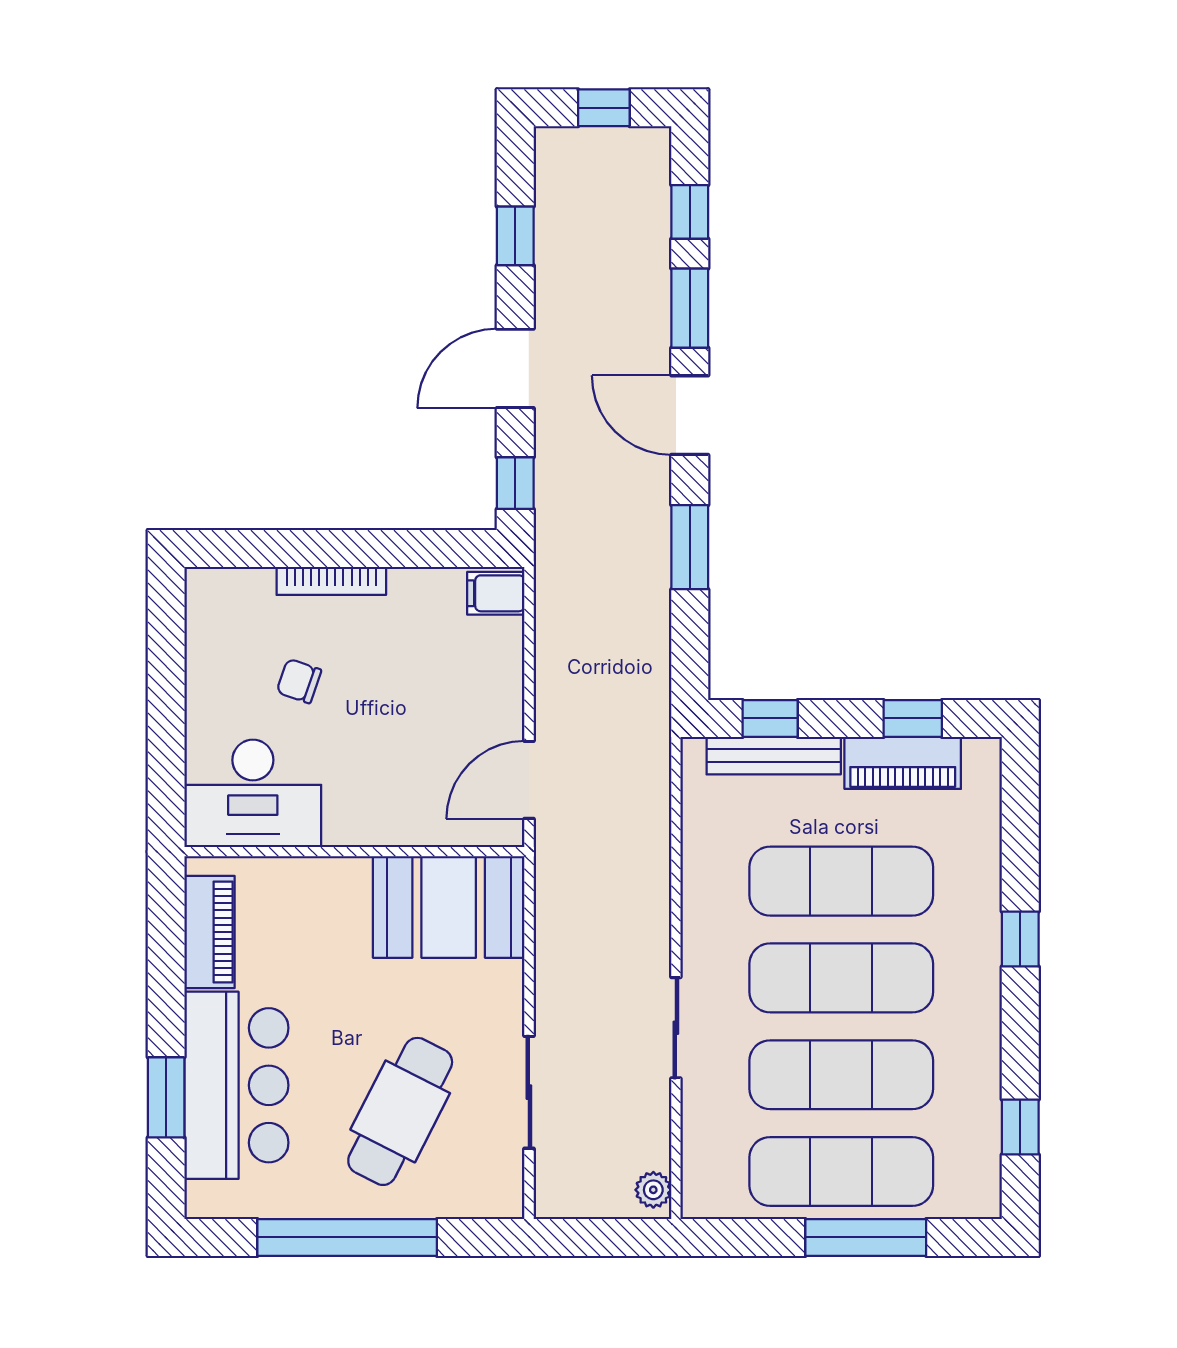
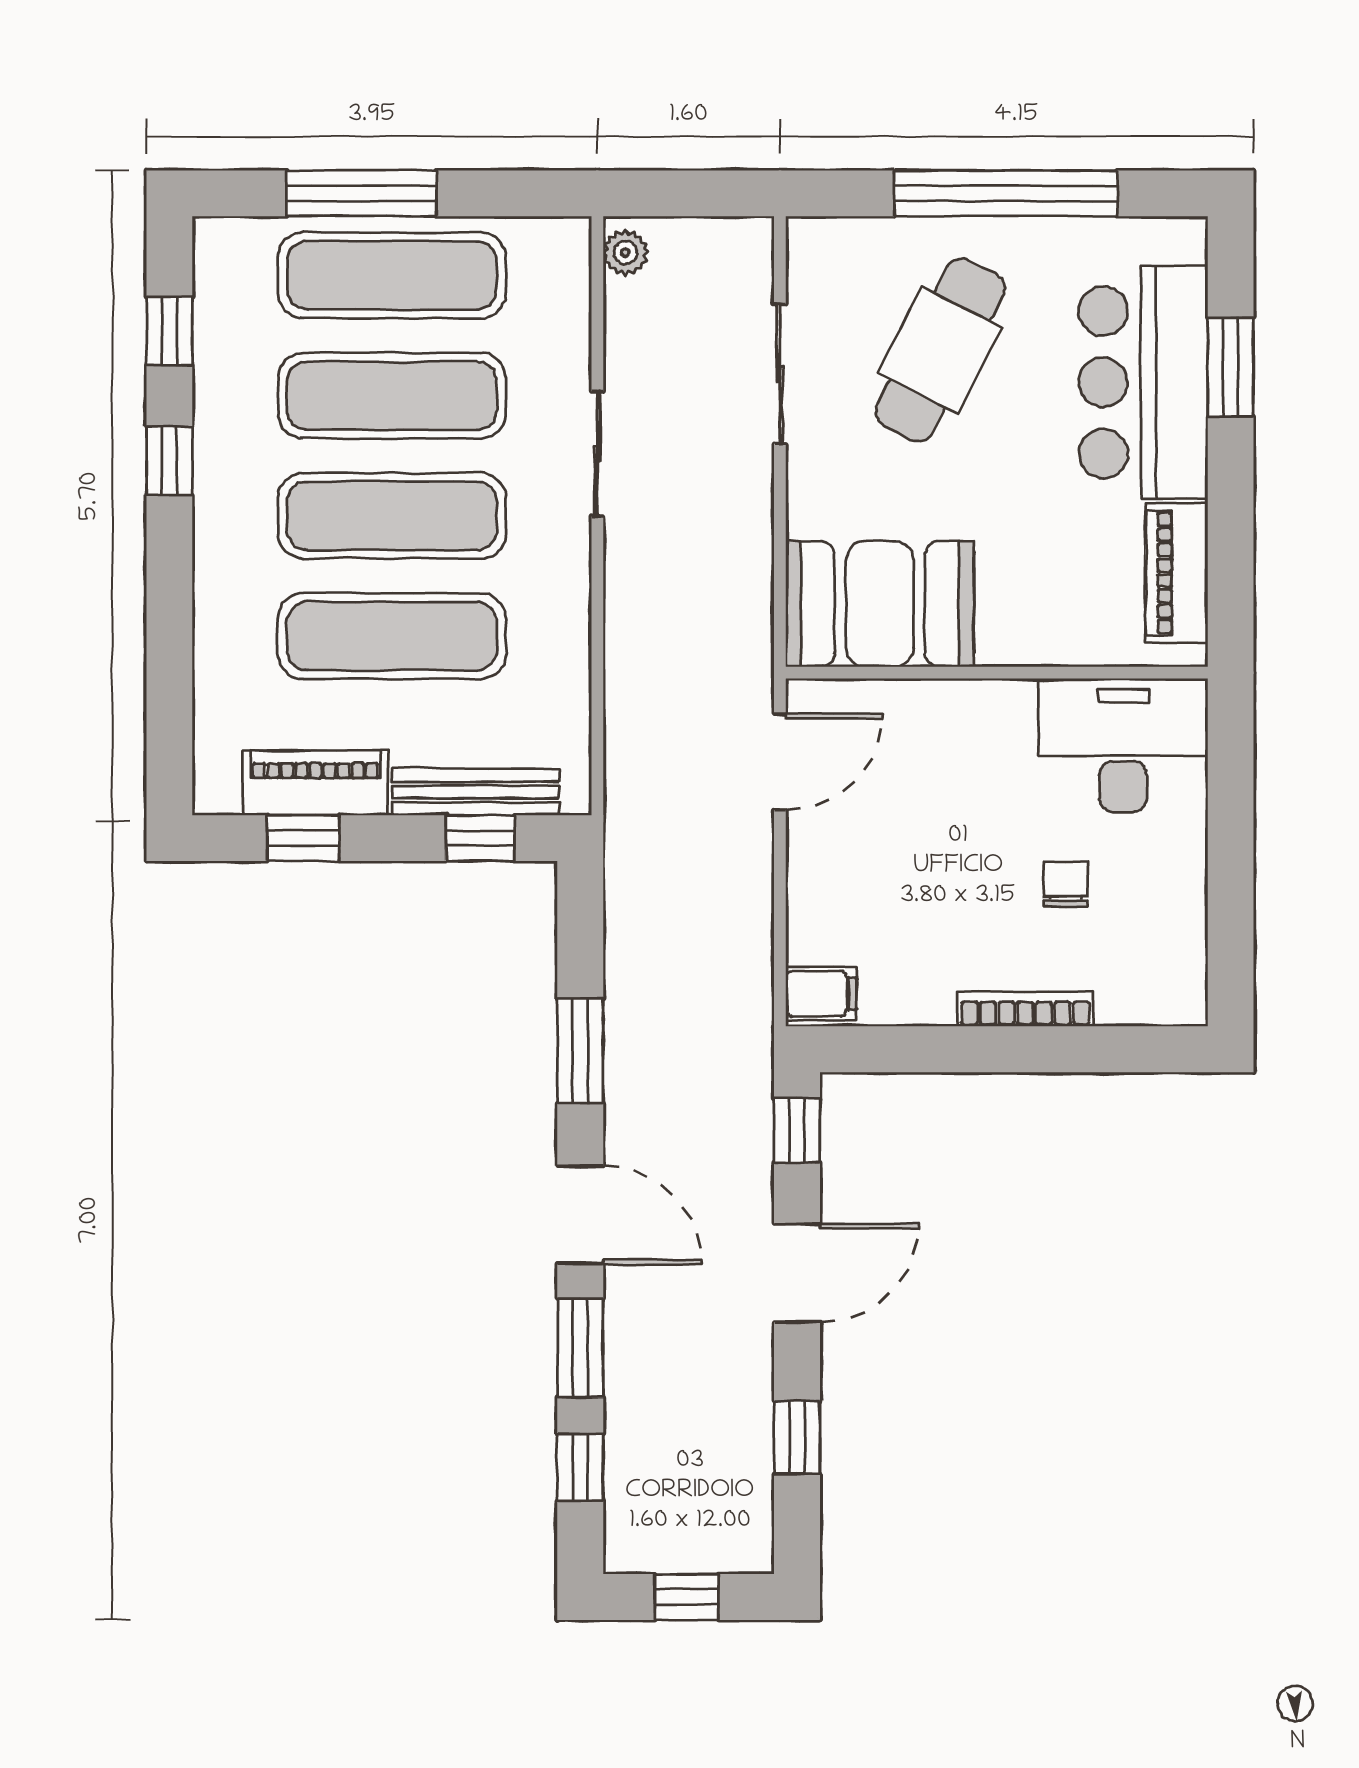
chair: (299, 681) -> (1066, 885), turned -109
window: (1020, 939) -> (169, 461), moved

